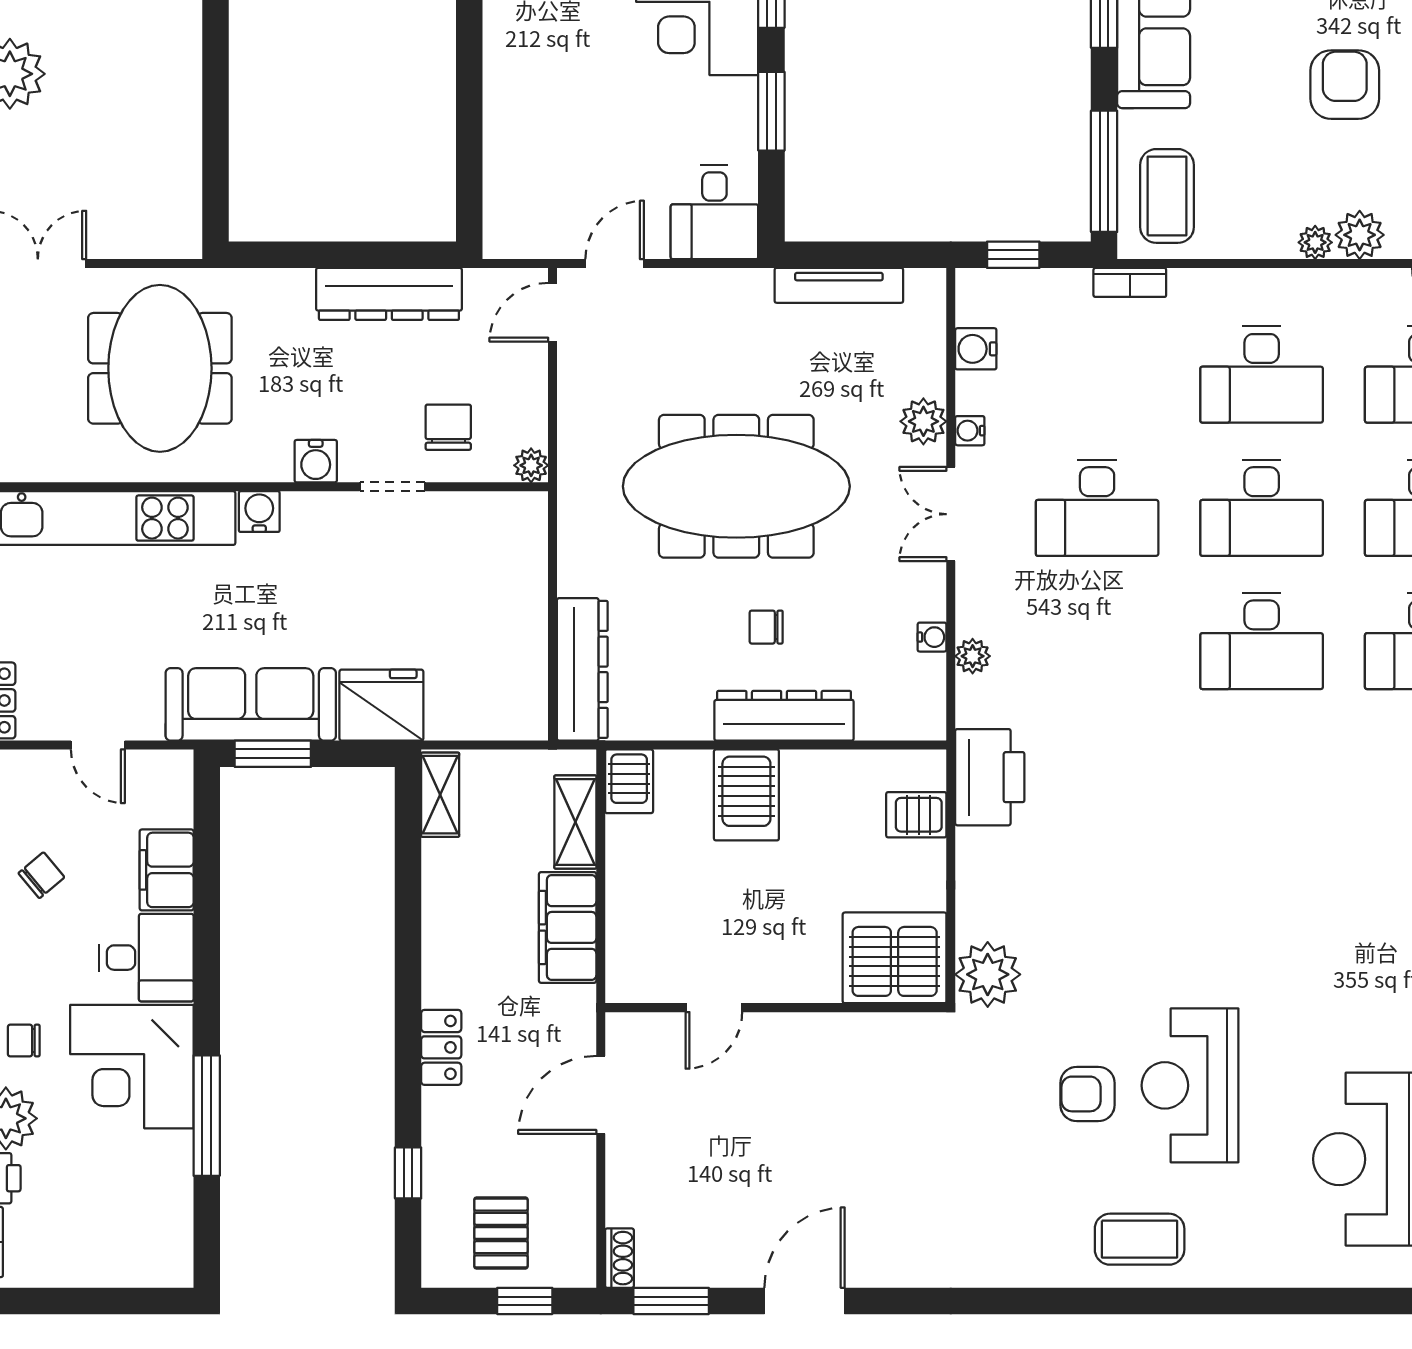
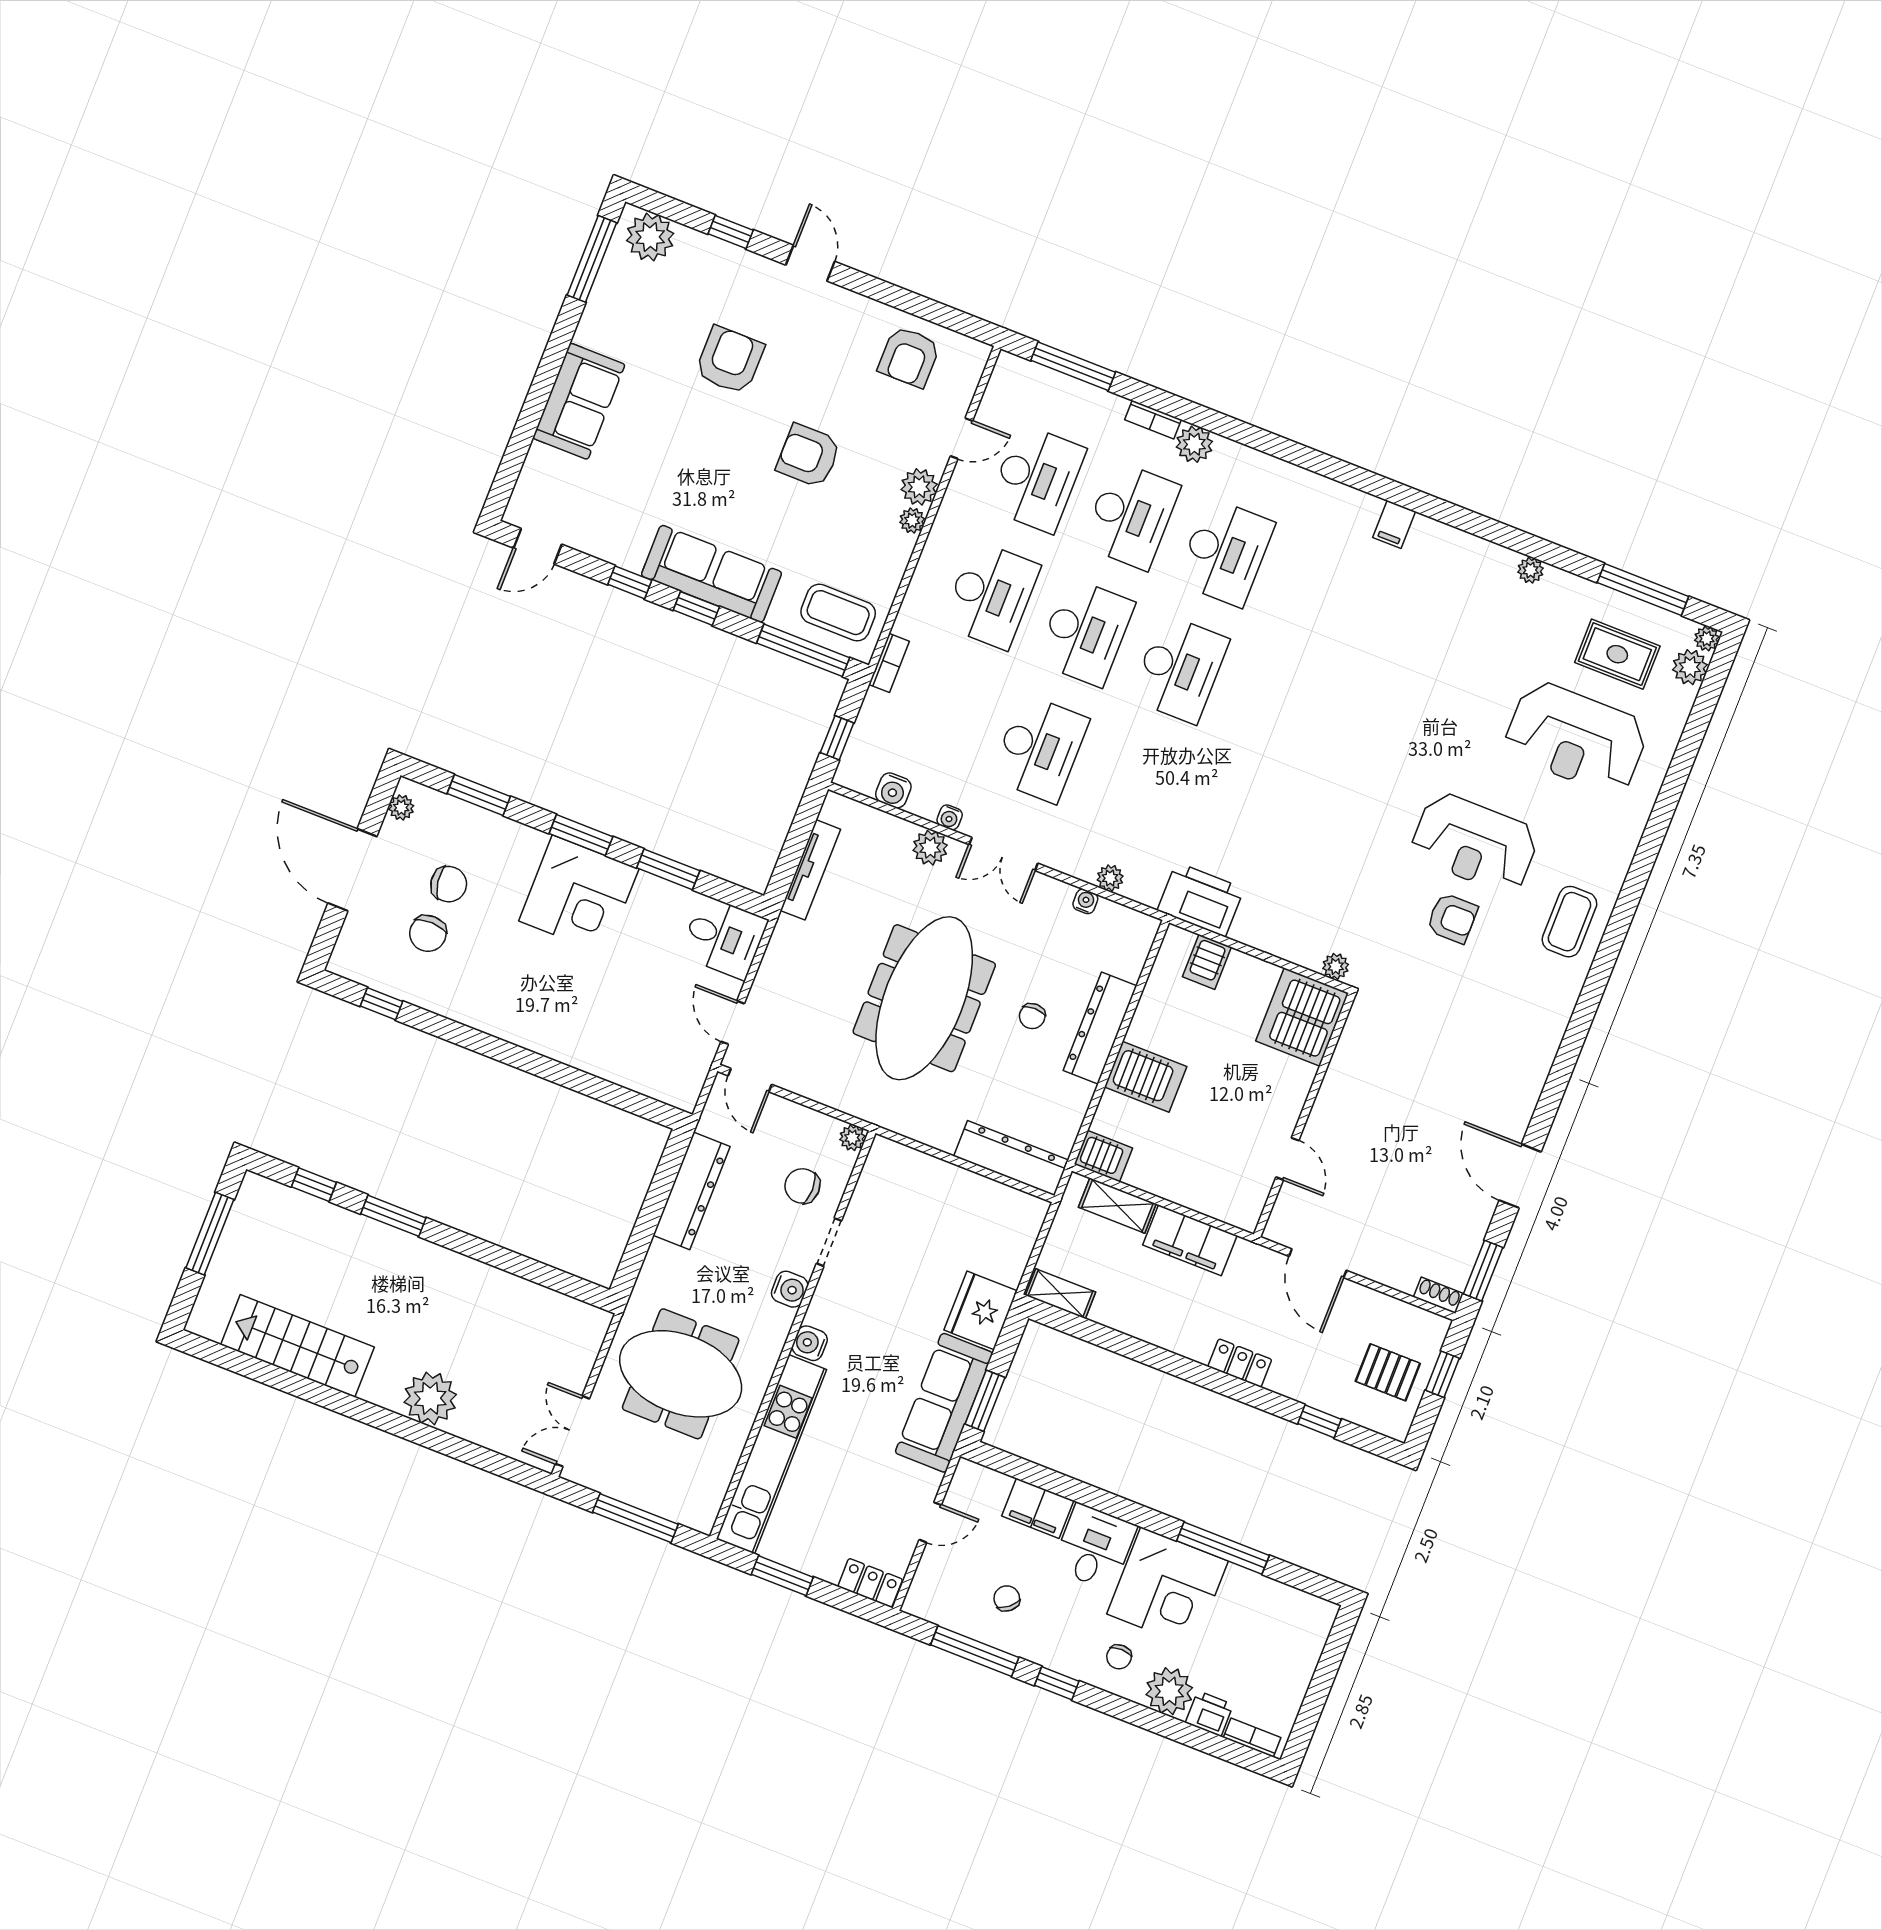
plant: (988, 974) -> (1336, 966), width x0.53, depth x0.53
armchair: (1088, 1094) -> (1452, 918), turned -90

